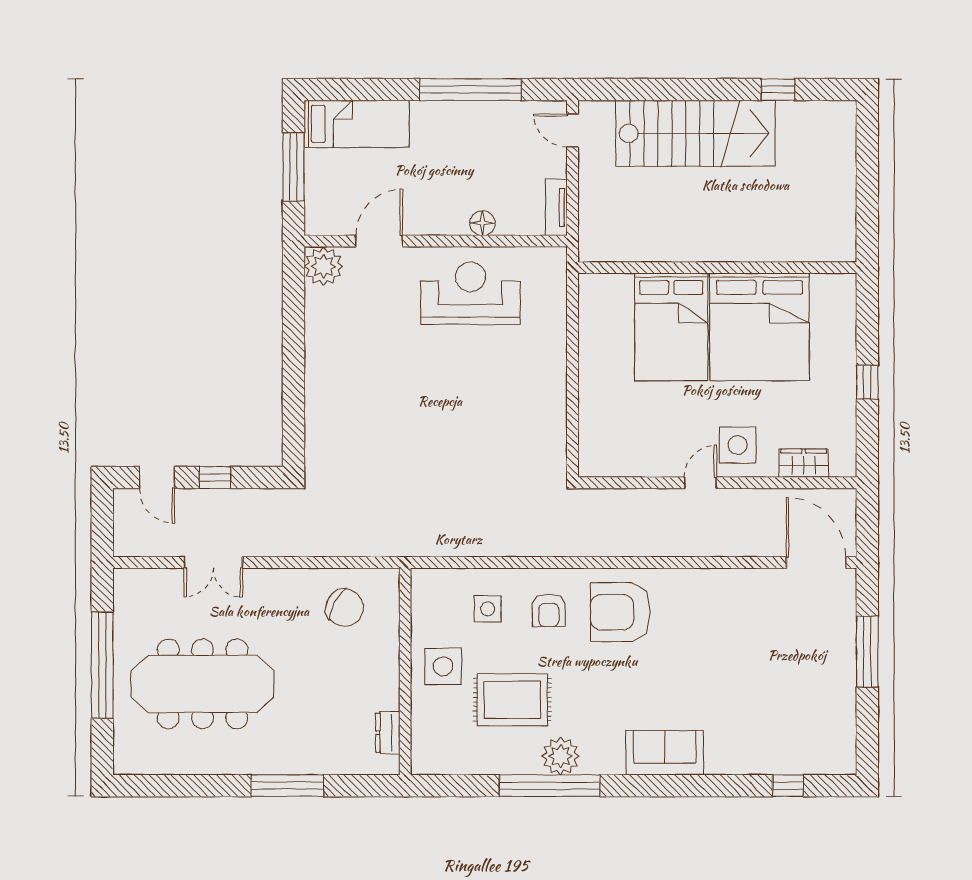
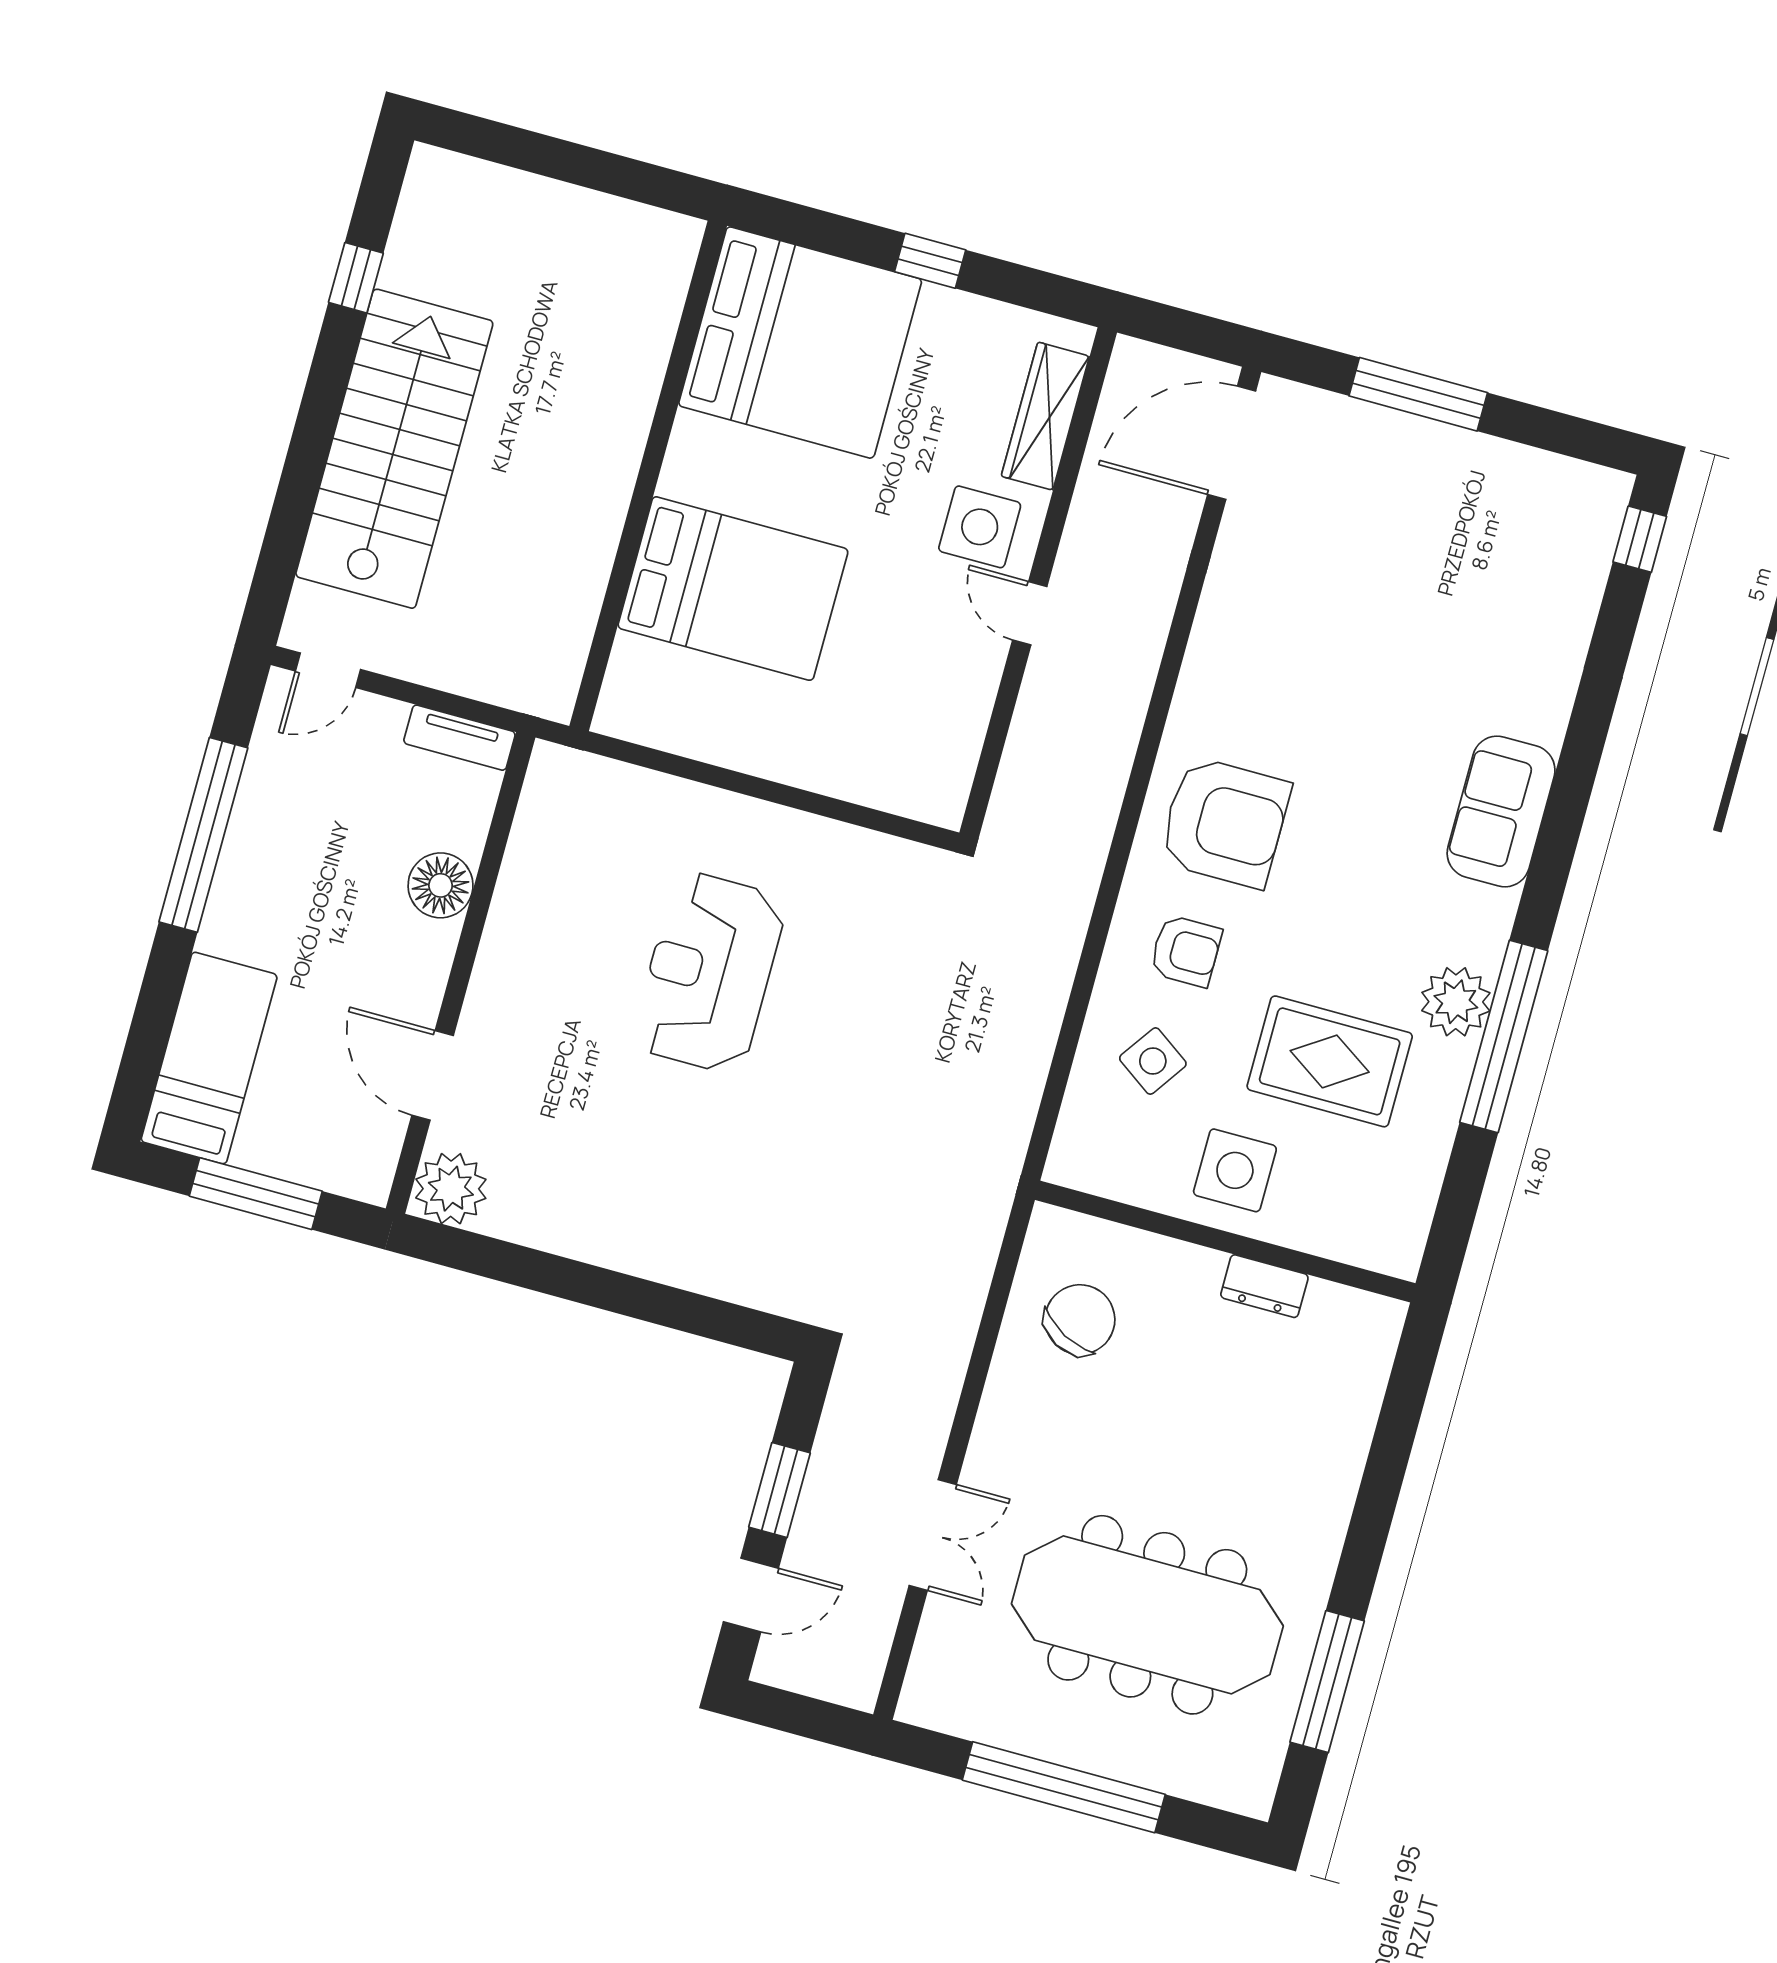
floor lamp: (482, 223) -> (441, 885), width x1.38, depth x1.38
reception desk: (470, 293) -> (709, 972), moved
bed: (759, 327) -> (800, 343), moved
wardrobe: (804, 463) -> (1045, 416), width x1.50
window: (215, 477) -> (780, 1490), width x1.50
side table: (488, 609) -> (1153, 1061), turned 35
armchair: (620, 612) -> (1225, 822), turned -90
meeting table: (202, 684) -> (1147, 1615), turned 90
rug: (512, 700) -> (1330, 1061), turned 90
dresser: (388, 733) -> (1264, 1286), moved
window: (287, 786) -> (1327, 1682), moved
window: (788, 786) -> (1640, 539), moved

